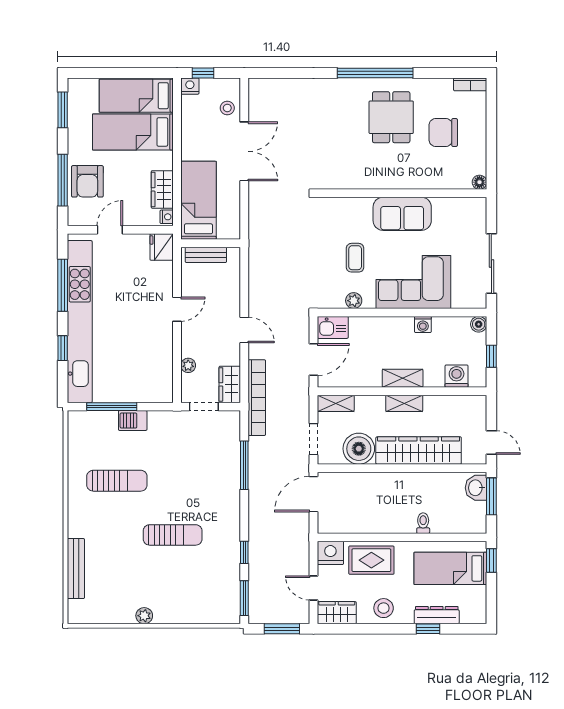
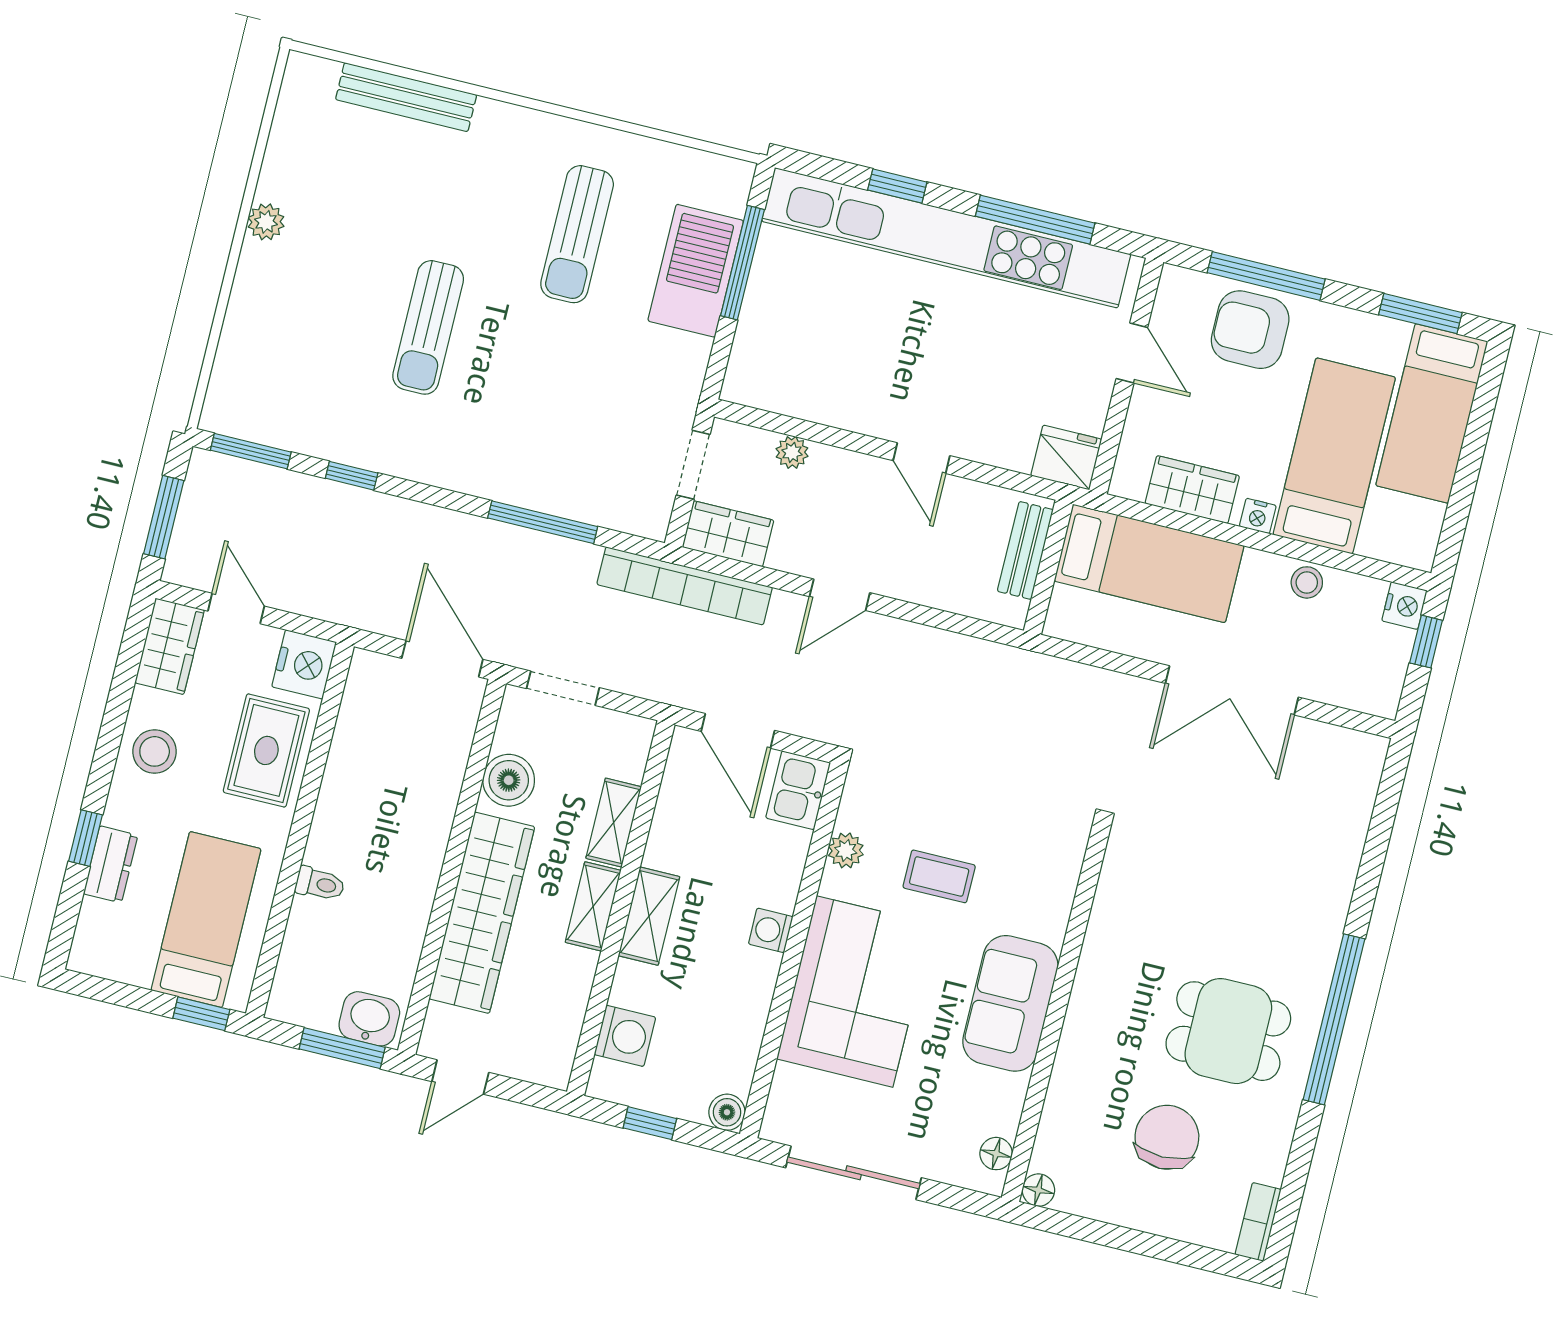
bed: (136, 96) -> (1432, 413), moved, turned 180
stool: (227, 108) -> (1307, 582), moved
floor lamp: (468, 204) -> (996, 1154), added
nightstand: (167, 217) -> (1258, 516), moved
washing machine: (423, 324) -> (771, 930), moved
shelving: (336, 403) -> (614, 823), moved
barbecue: (133, 421) -> (696, 271), width x1.88, depth x1.53
boiler: (359, 449) -> (509, 780), width x0.73, depth x0.73
door: (314, 588) -> (236, 609), hinge flipped
dresser: (437, 615) -> (111, 864), width x0.70

